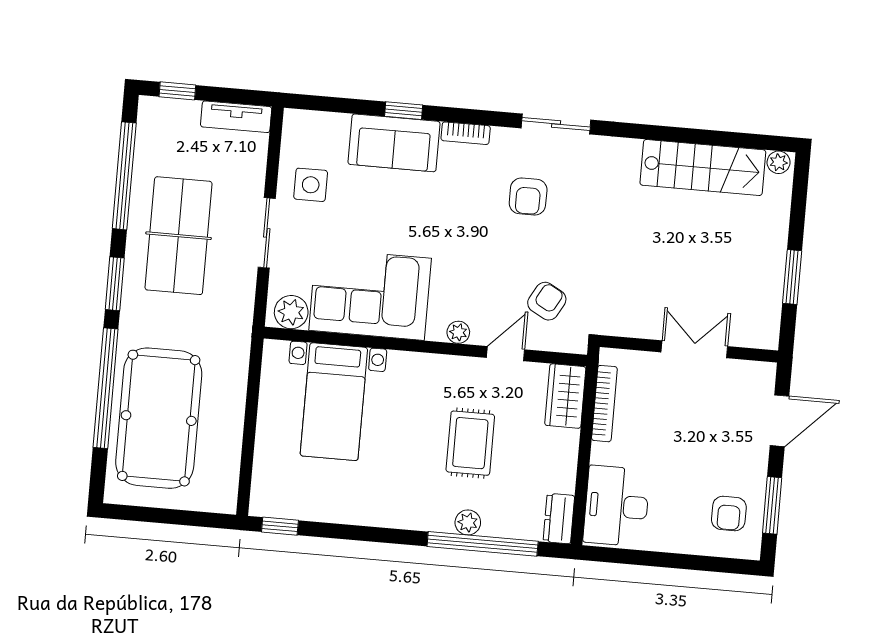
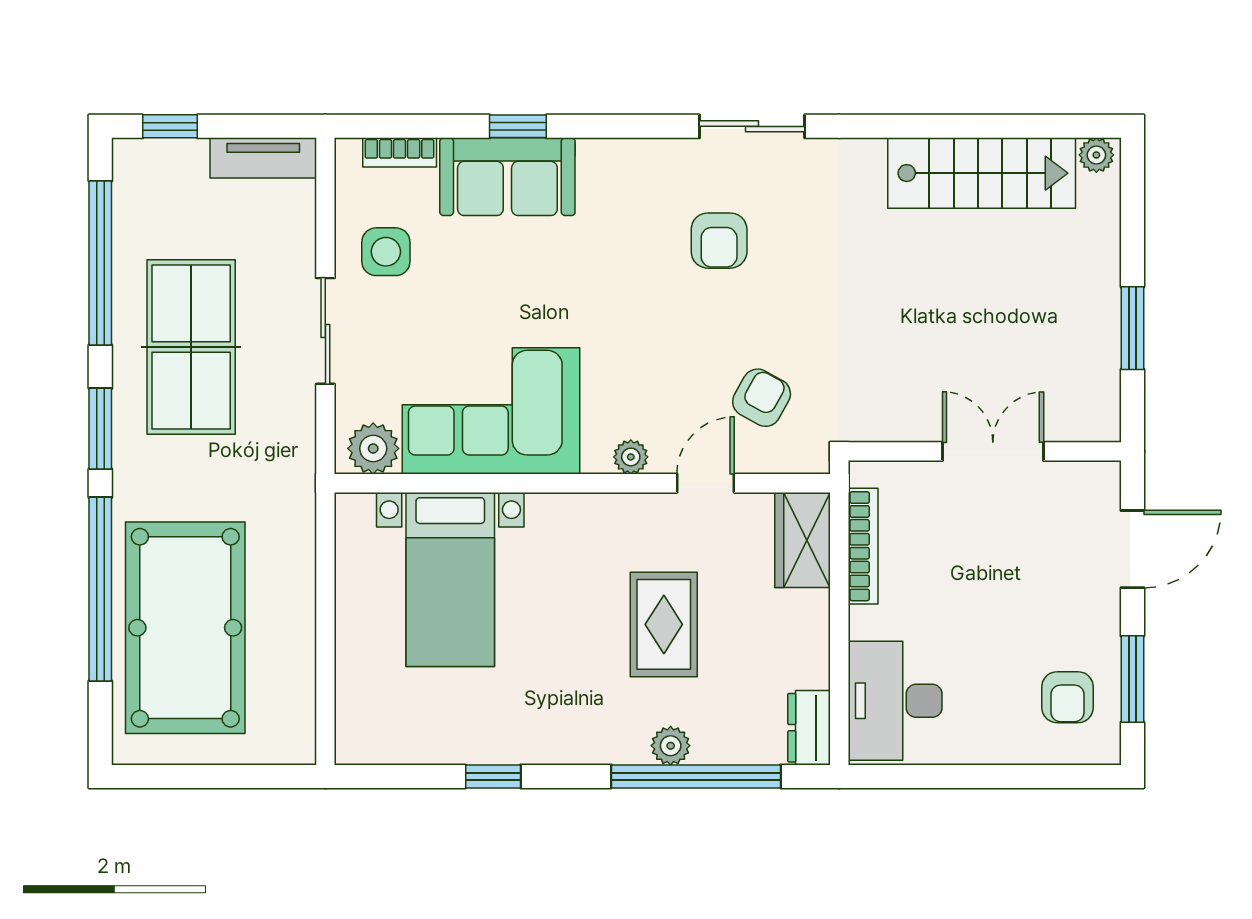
bookcase: (466, 133) -> (400, 152), moved
window: (280, 526) -> (493, 776), moved

